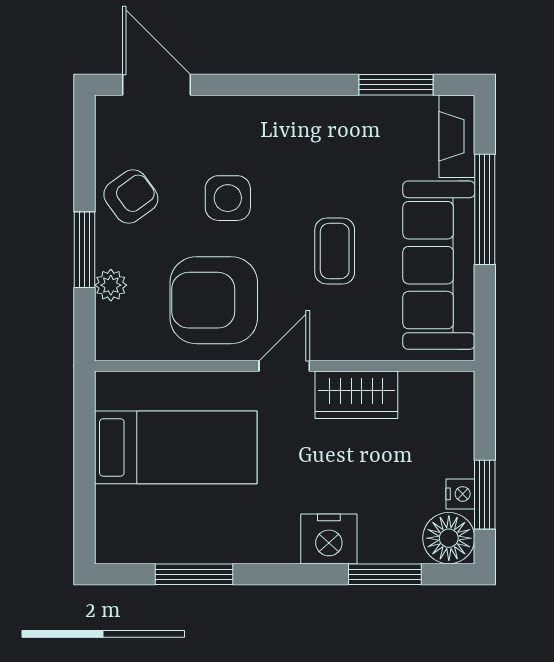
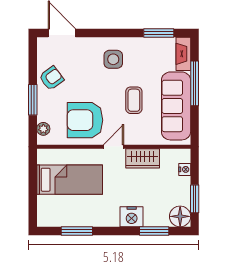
side table: (228, 198) -> (113, 59), moved
plant: (111, 285) -> (43, 129), moved
nightstand: (460, 494) -> (185, 169), moved

